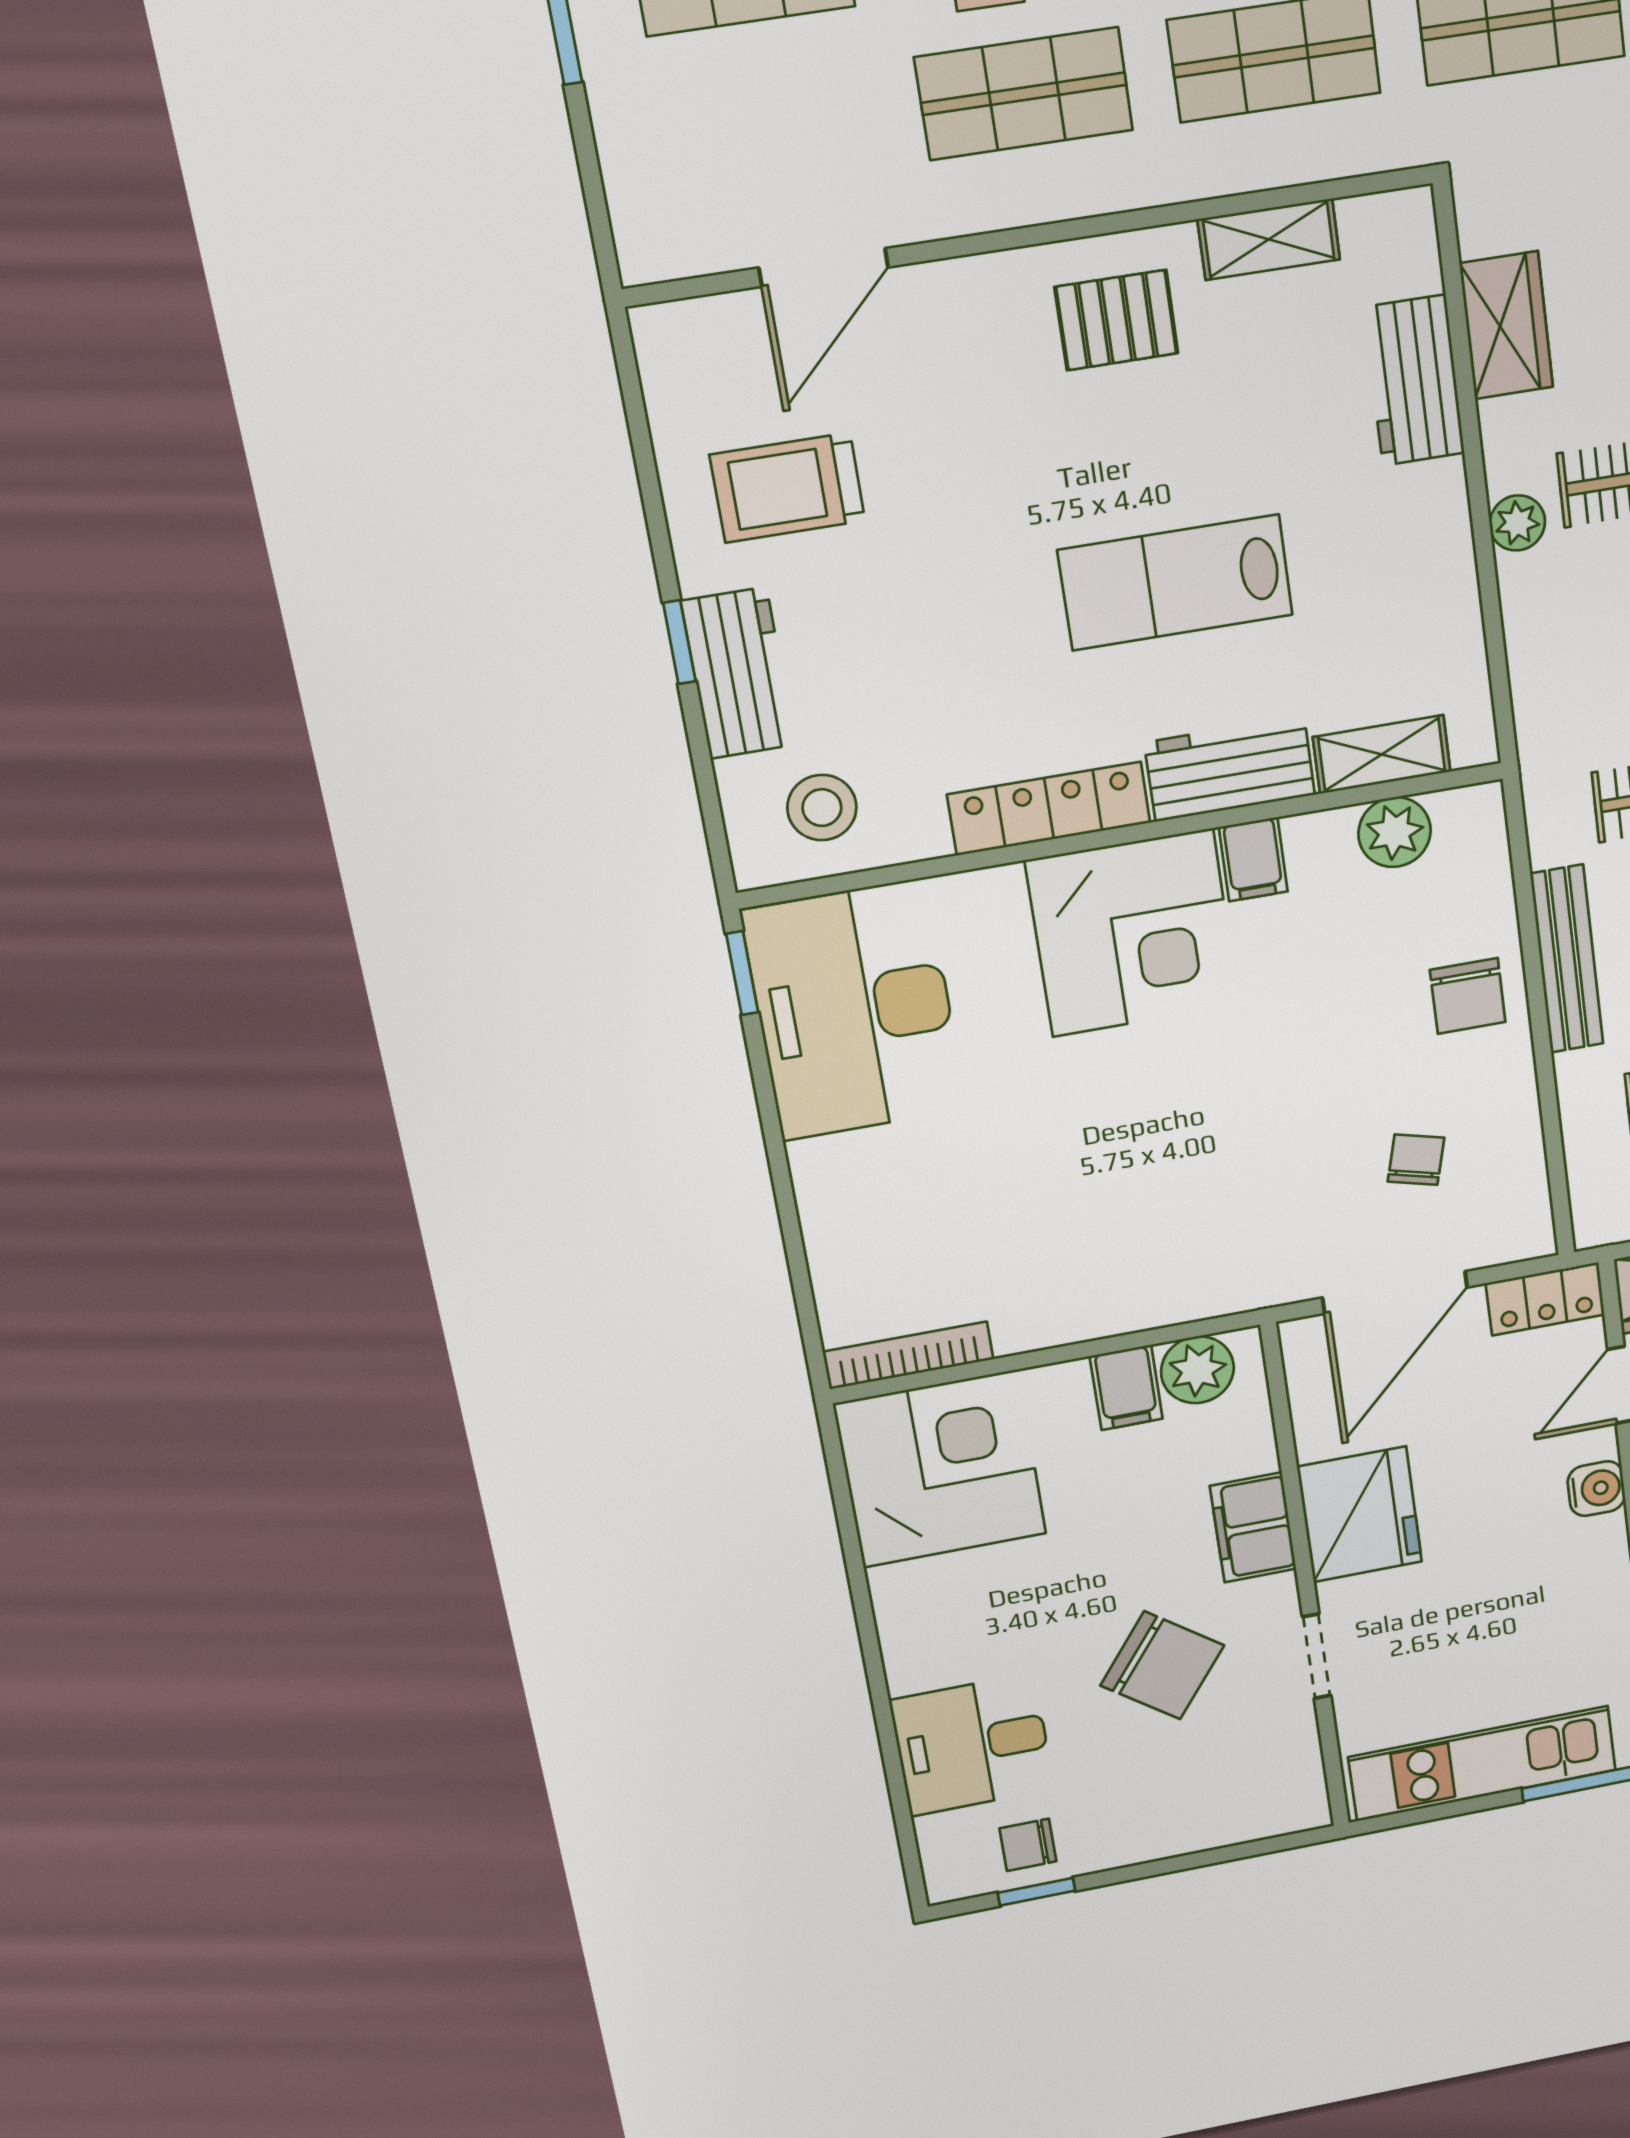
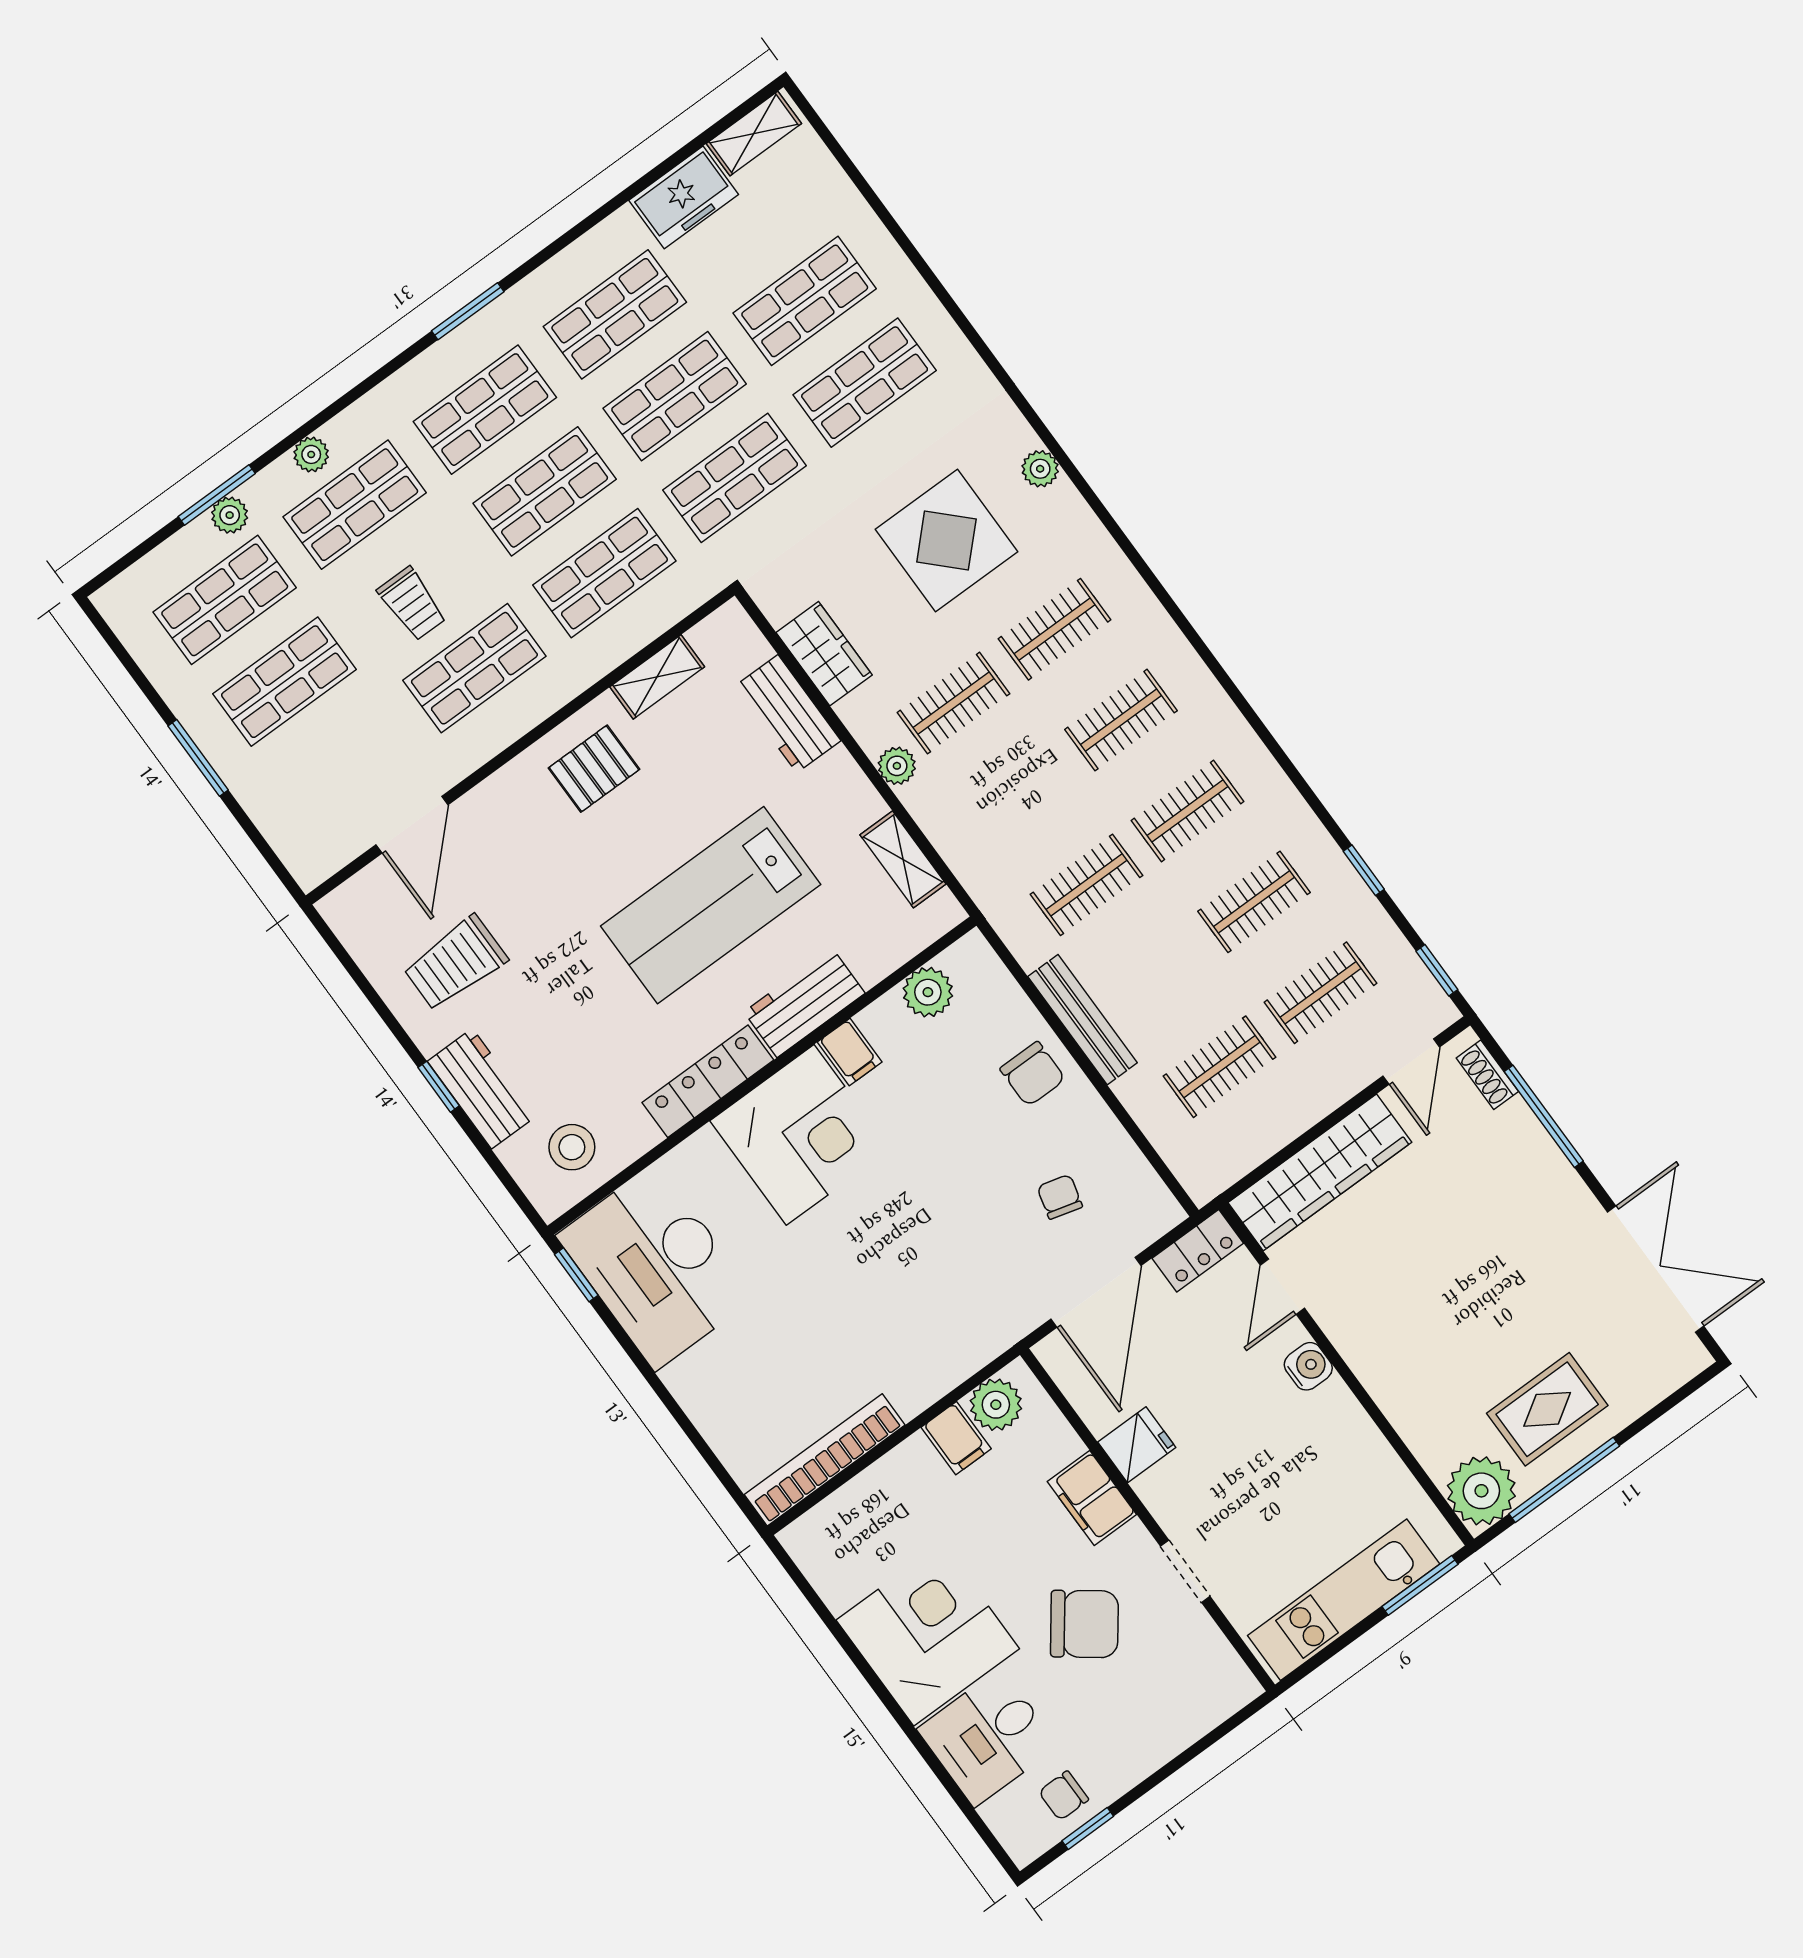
lab bench: (1176, 582) -> (711, 905), width x1.36, depth x1.39
shelving: (1382, 754) -> (903, 859), moved, turned 90
bookcase: (908, 1355) -> (825, 1460), width x1.48, depth x1.31
corner desk: (940, 1469) -> (928, 1634), moved
fridge: (1360, 1514) -> (1137, 1445), width x0.53, depth x0.75

